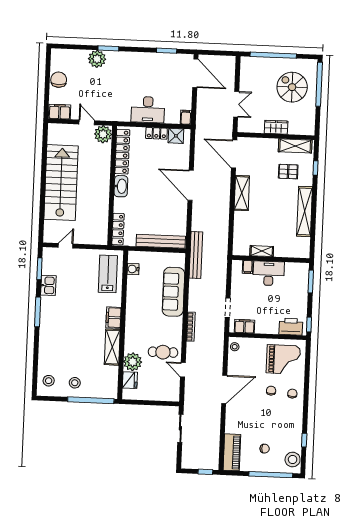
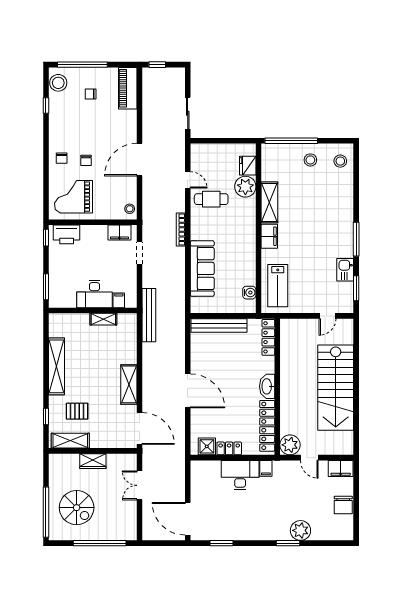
filing cabinet: (186, 117) -> (266, 468), moved
bench: (196, 255) -> (149, 315), moved

